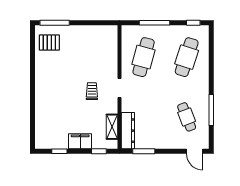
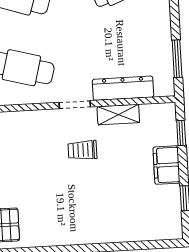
shelving: (112, 127) -> (118, 115), moved
dresser: (128, 131) -> (123, 88), moved

